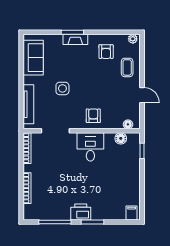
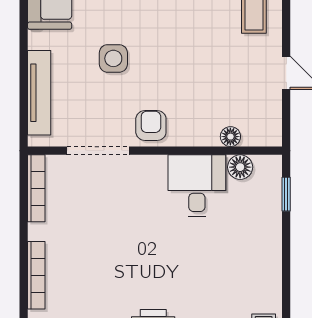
armchair: (93, 116) -> (151, 125), moved
floor lamp: (128, 124) -> (230, 137), moved
desk: (90, 147) -> (197, 186), moved

